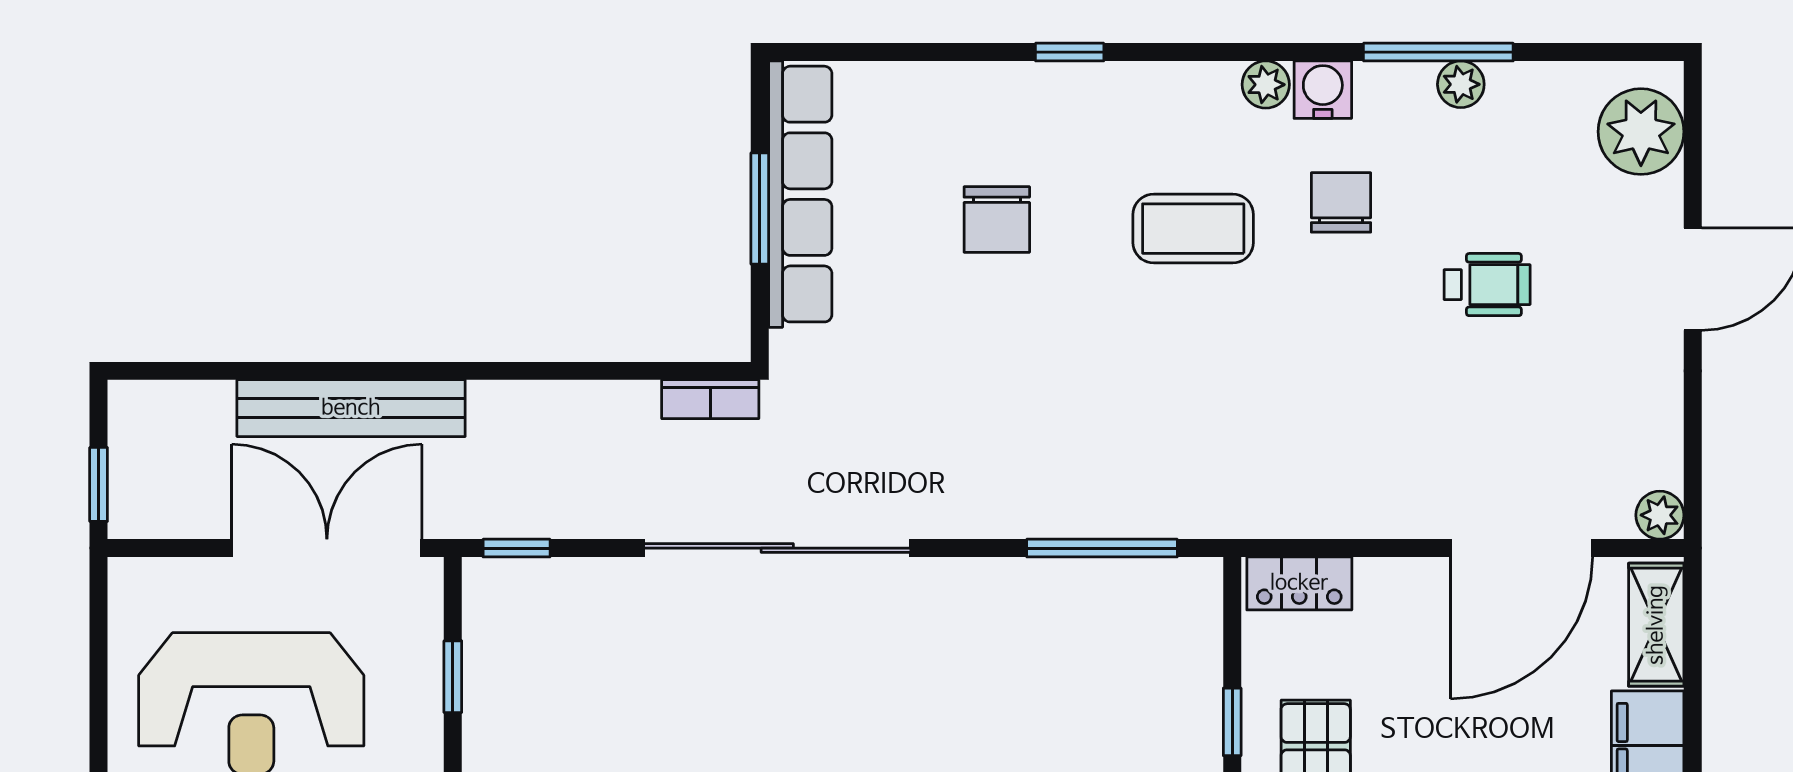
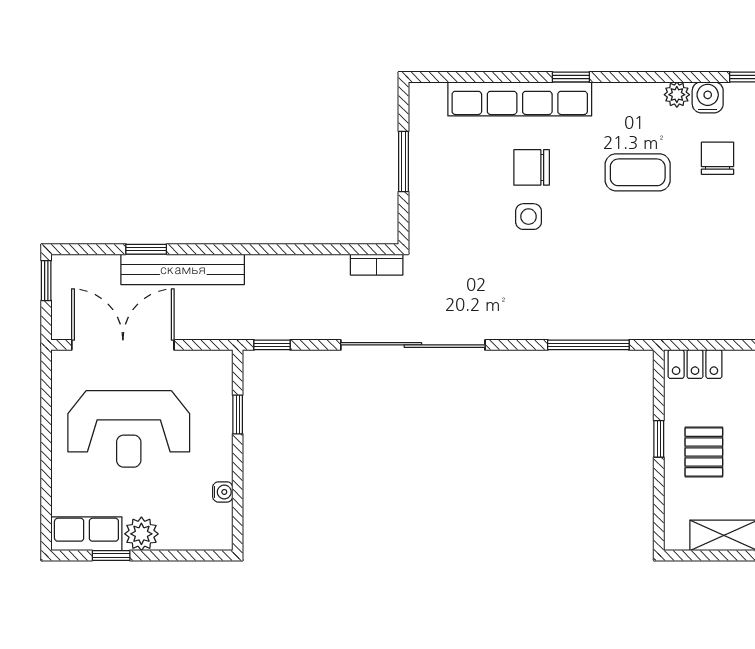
row of seats: (800, 194) -> (520, 99), moved, turned 90
chair: (997, 219) -> (532, 167), turned 90
side table: (991, 310) -> (529, 217), added
window: (283, 371) -> (146, 249), added
window: (99, 484) -> (46, 281), moved
double door: (327, 548) -> (123, 345), moved

